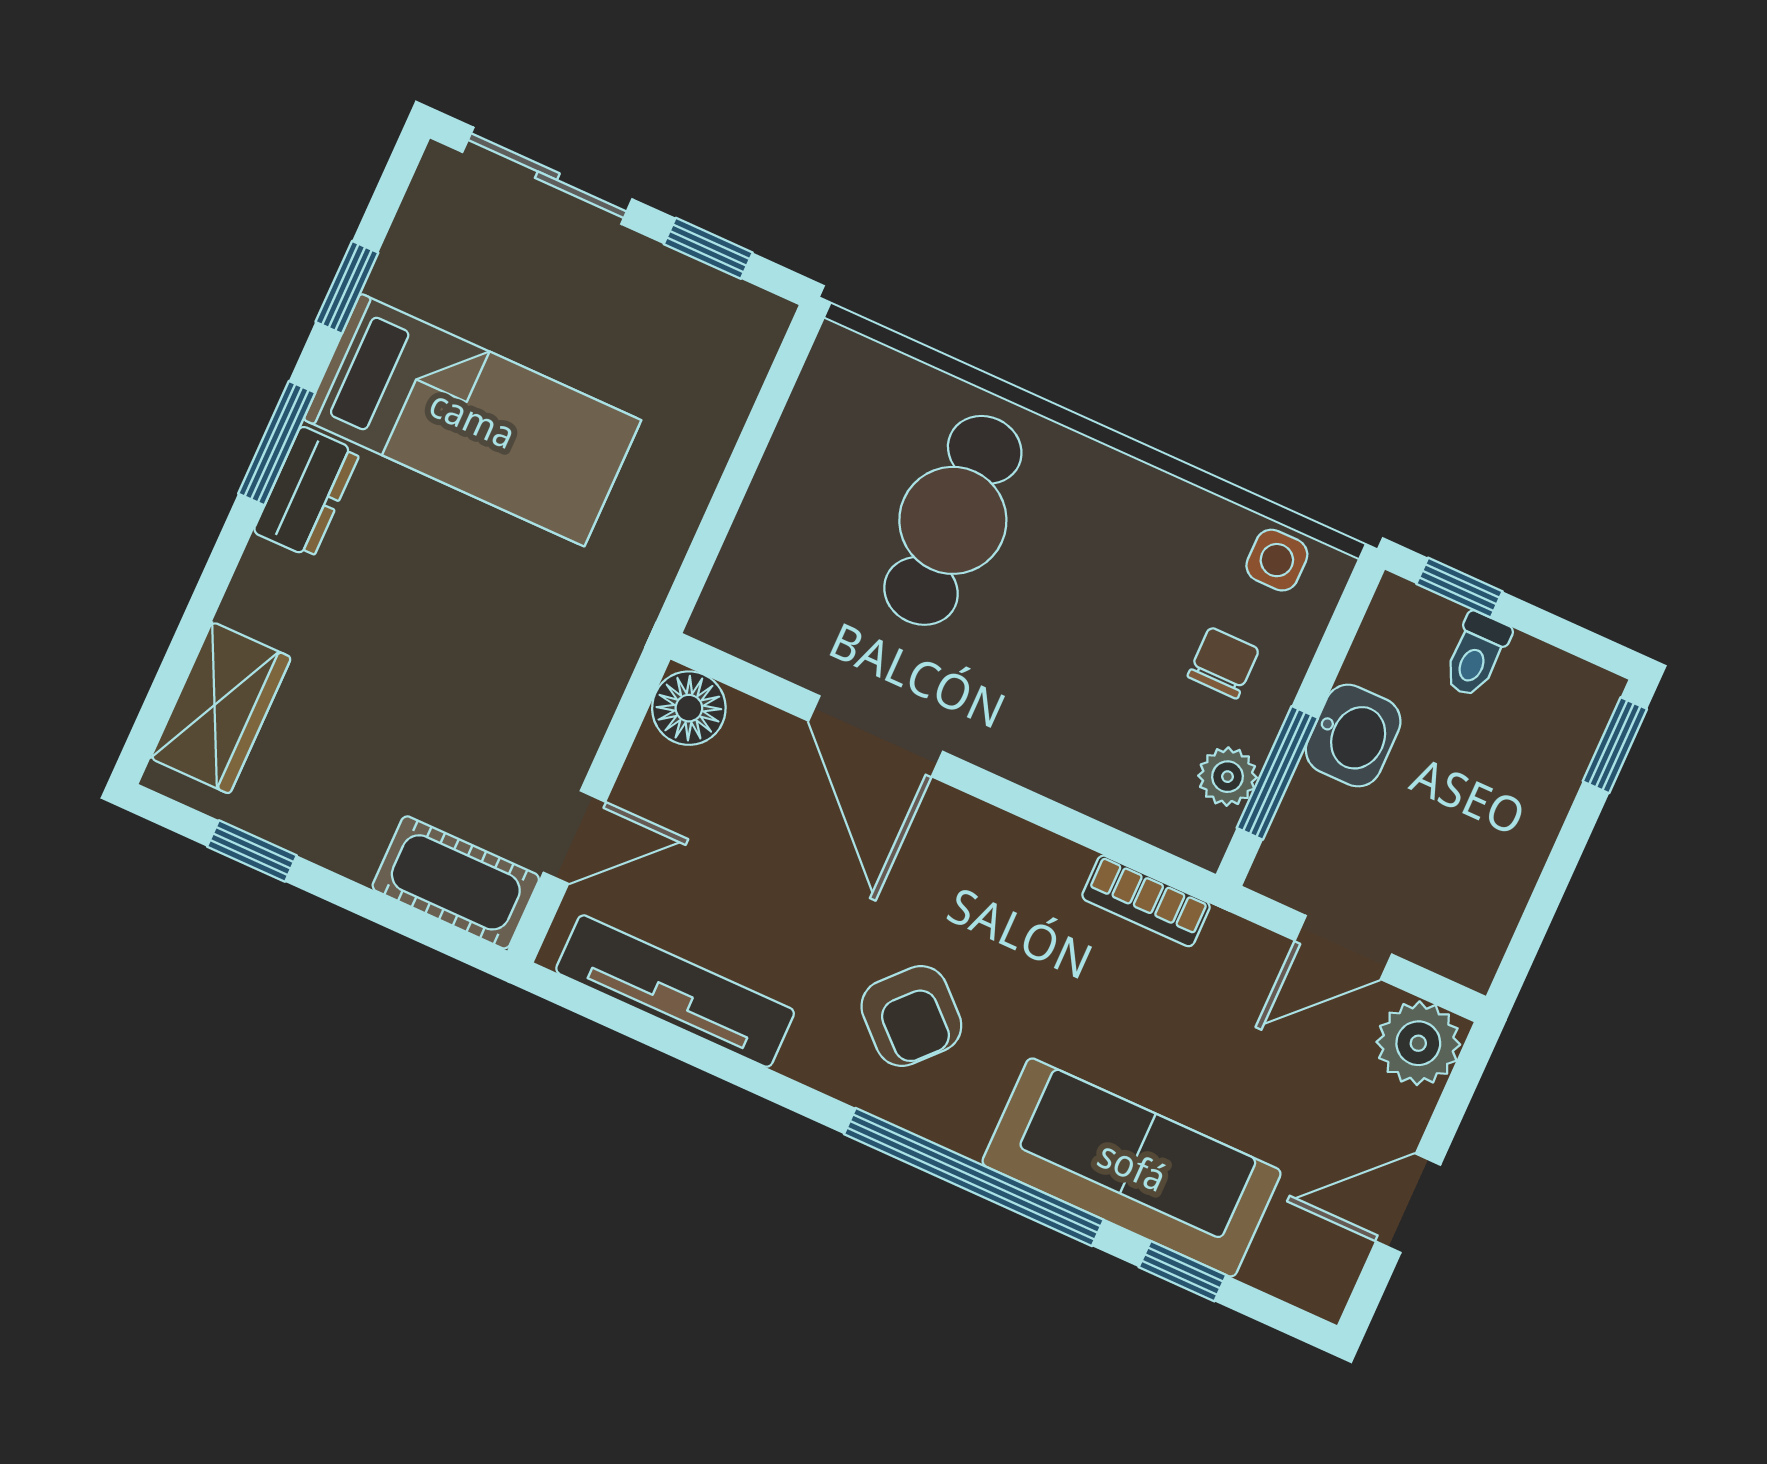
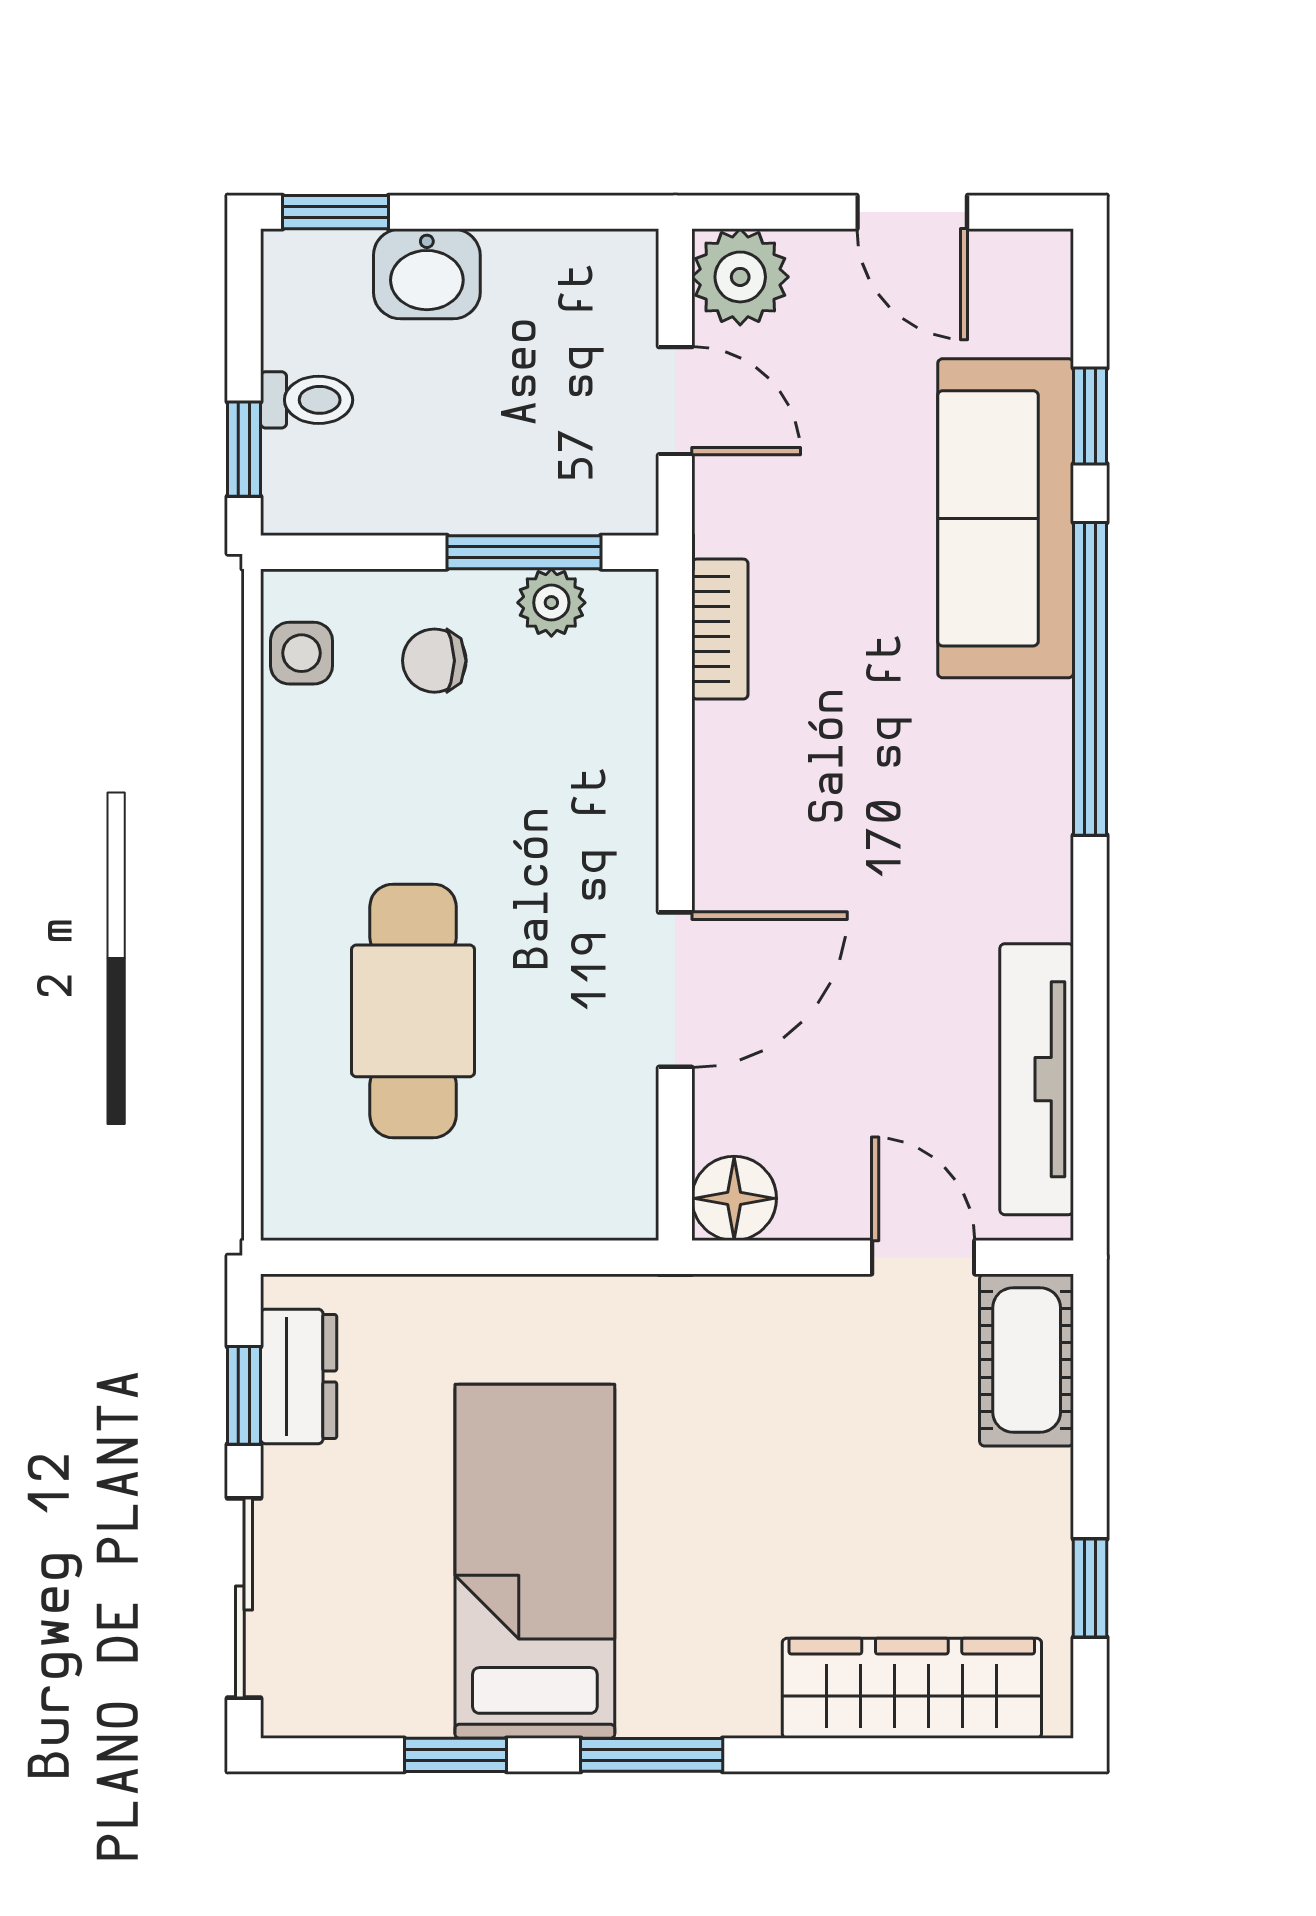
dresser: (307, 492) -> (299, 1376), moved, turned 90
cafe table: (953, 520) -> (413, 1011), turned 90
wardrobe: (221, 708) -> (912, 1688), width x1.50
washbasin: (1353, 736) -> (427, 274), moved, turned 180
armchair: (911, 1016) -> (951, 820), removed

